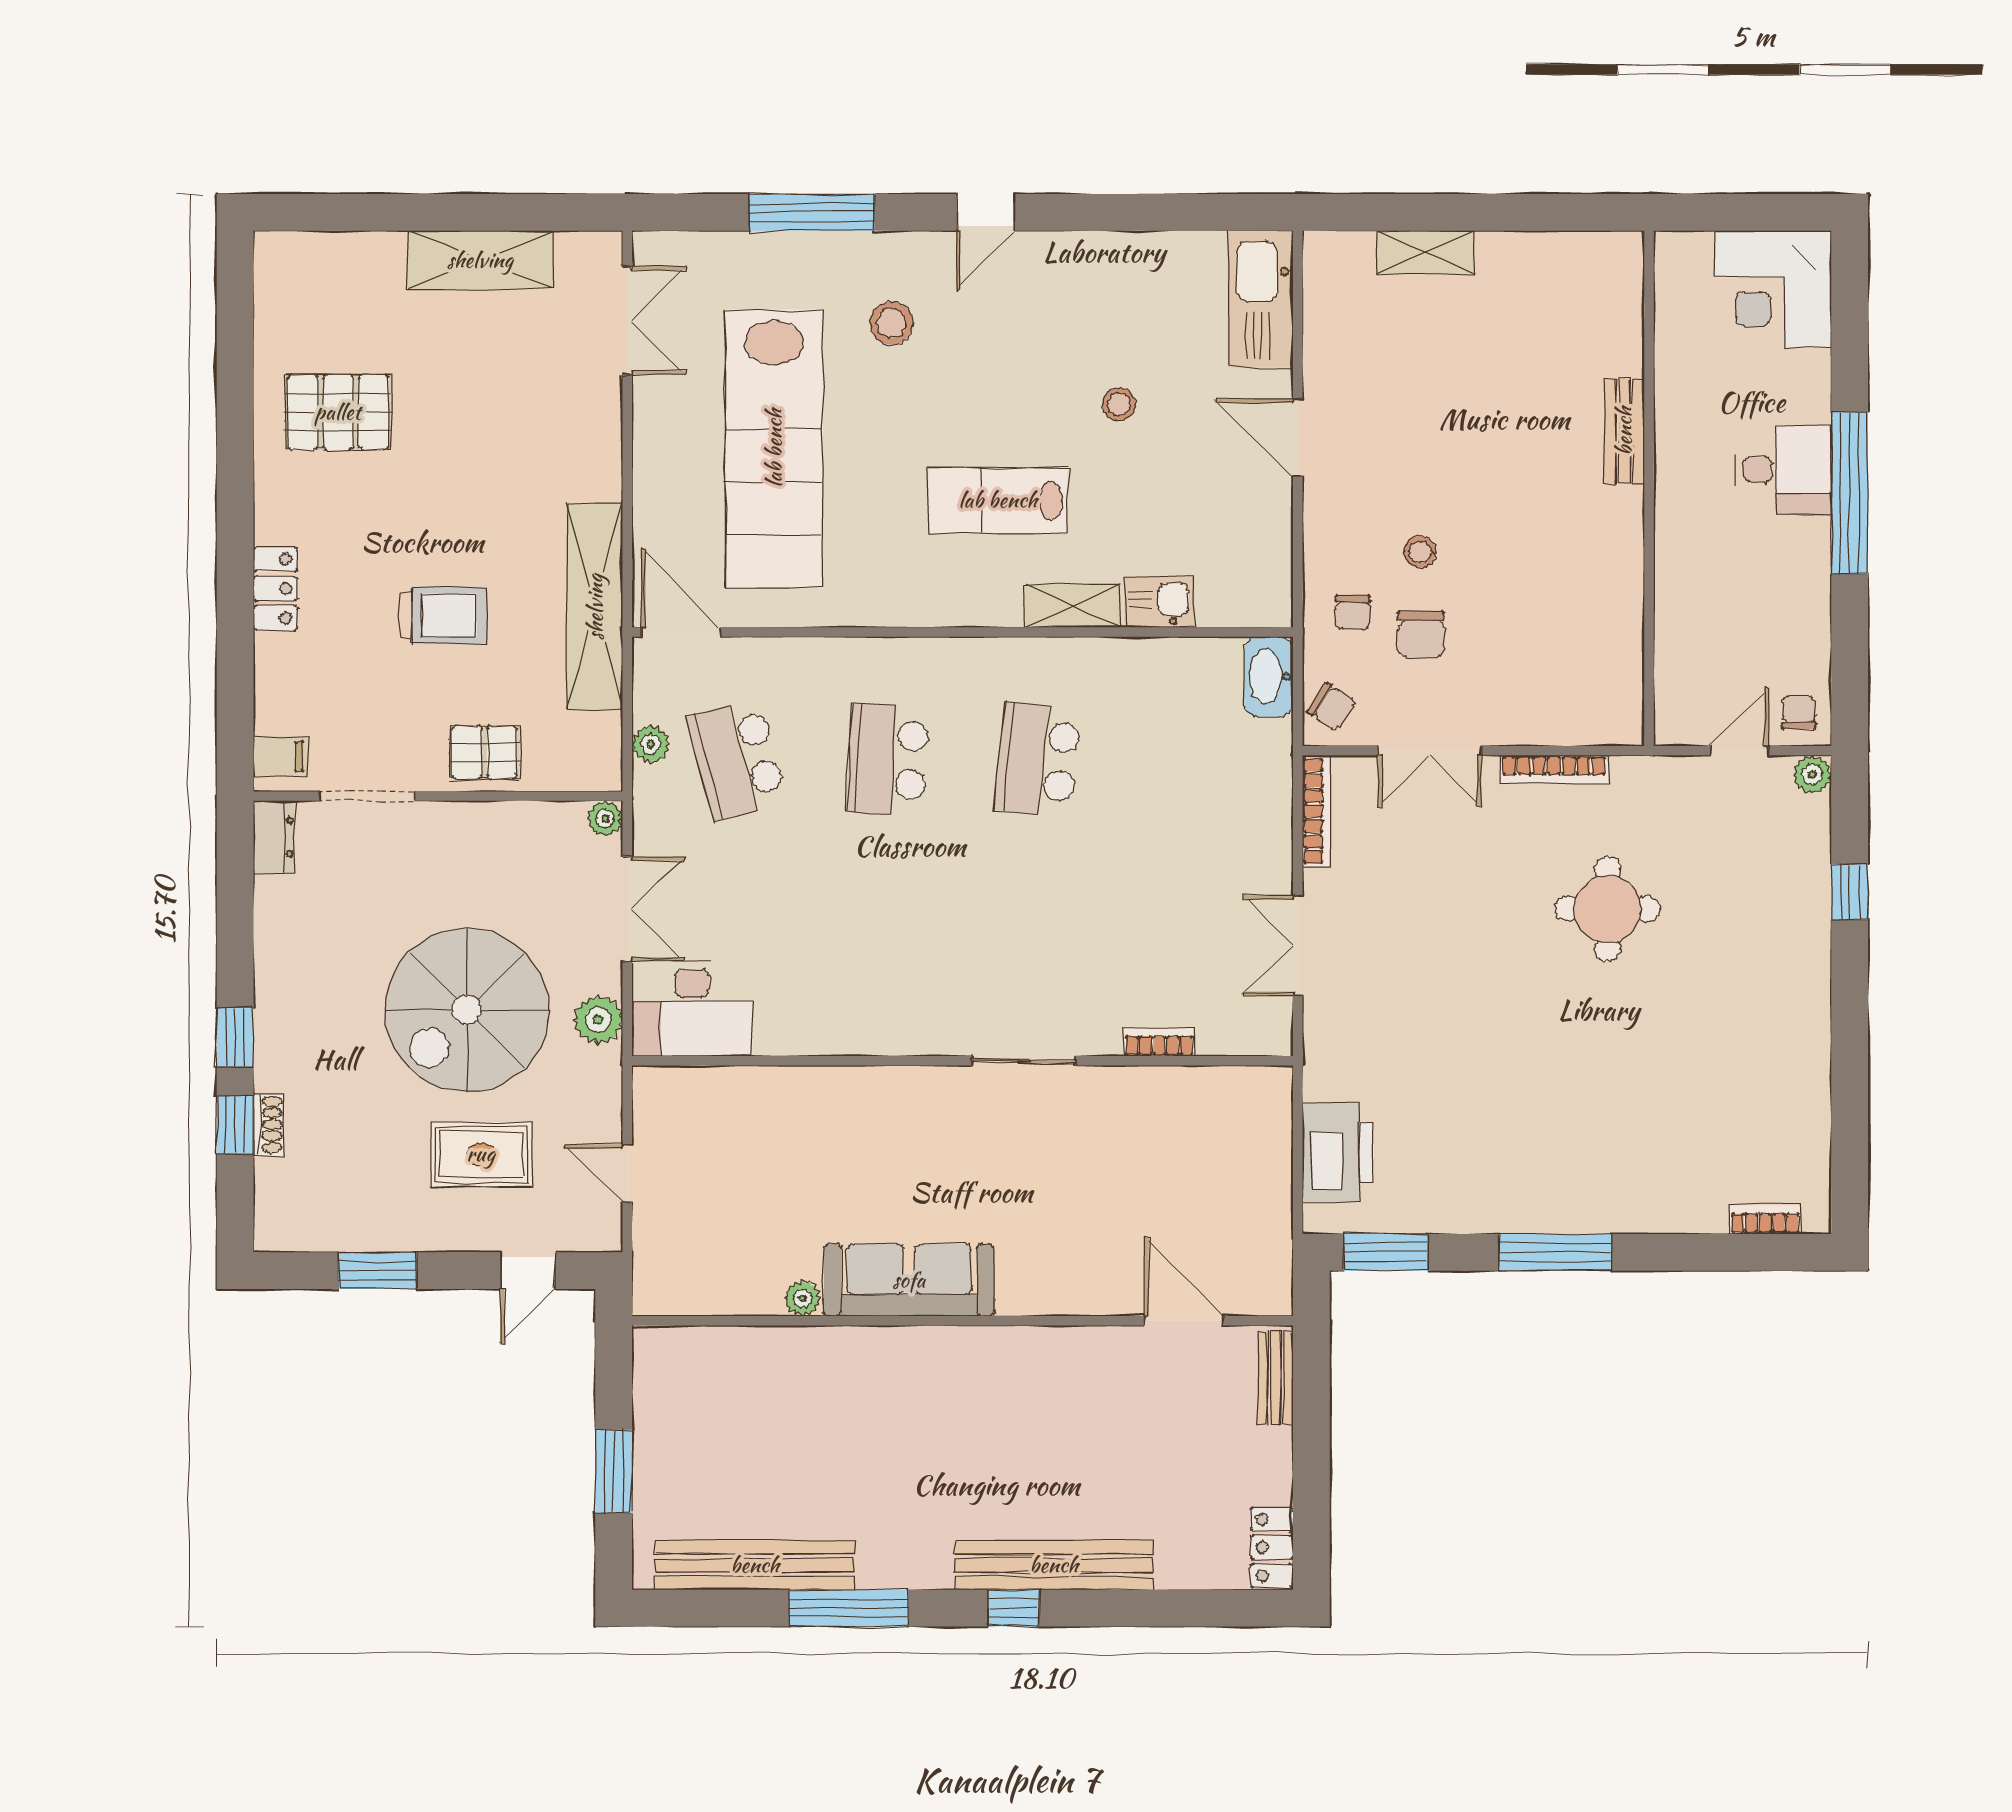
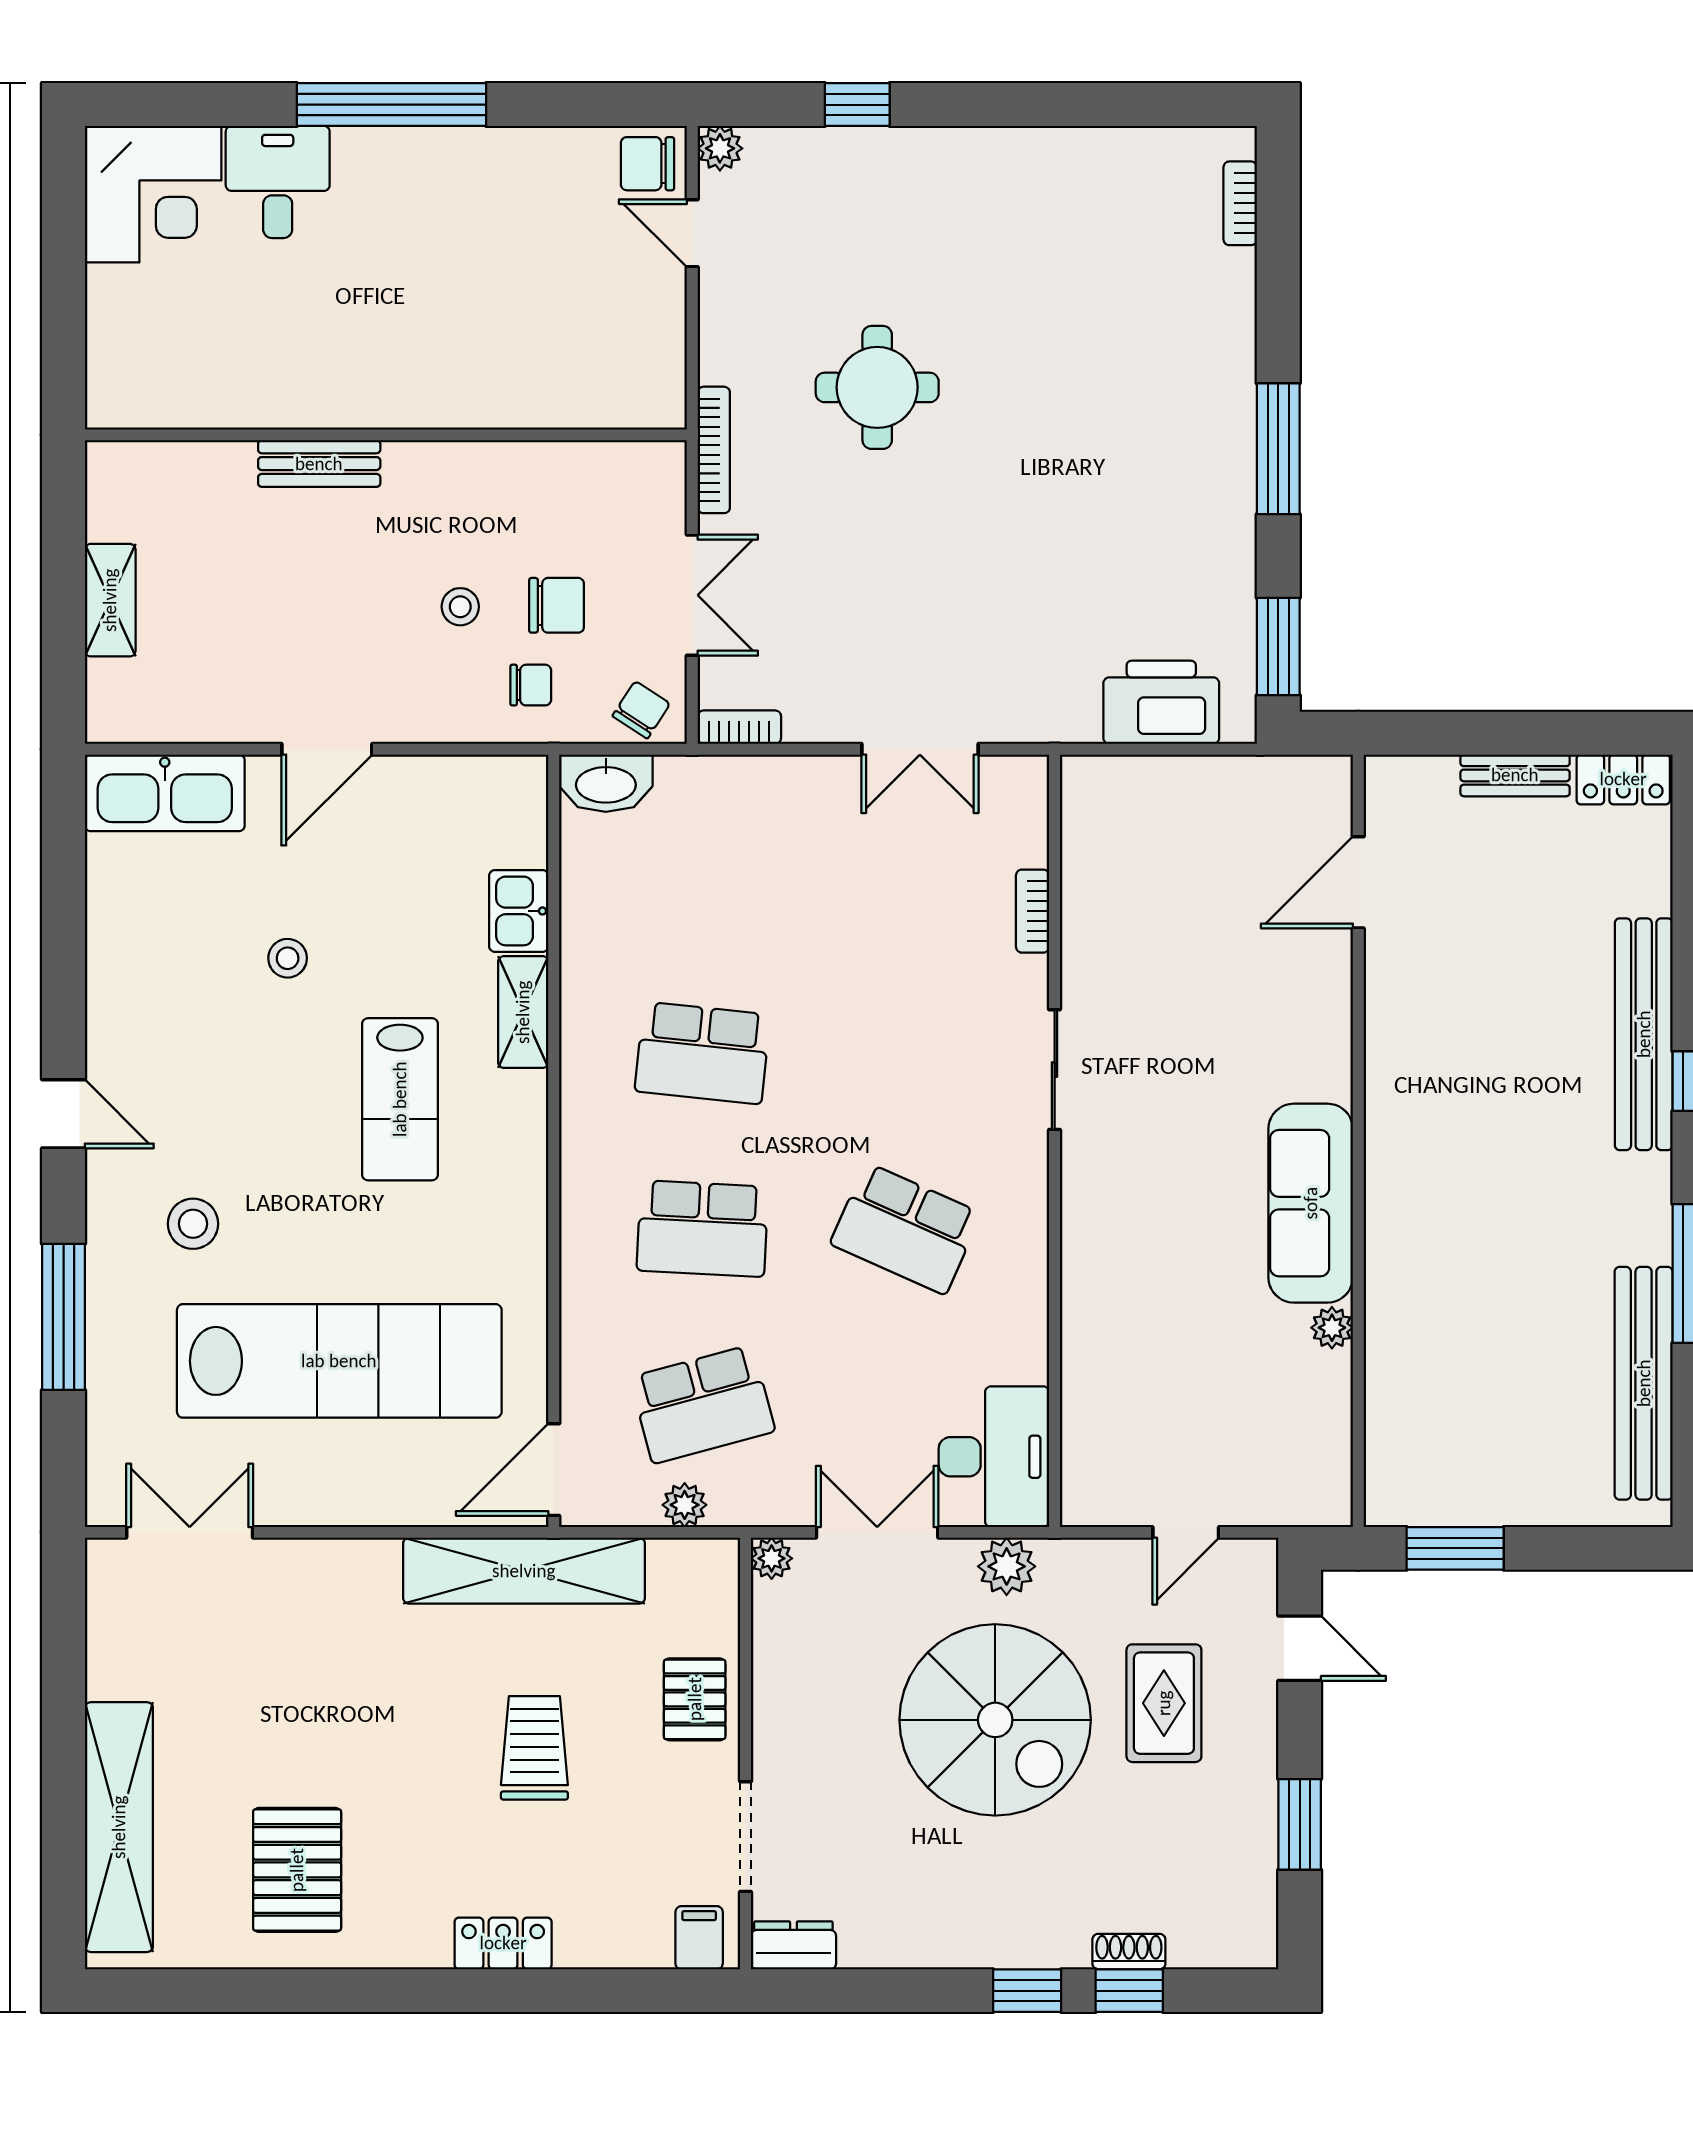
shelving: (480, 260) -> (119, 1827), moved, width x1.47
bench: (1624, 431) -> (319, 464), moved
desk: (1783, 470) -> (278, 182), moved
wall: (1649, 488) -> (386, 435), moved
chair: (1799, 712) -> (648, 164), width x1.37, depth x1.37
bookcase: (1317, 811) -> (739, 727), width x0.64
school desk: (887, 933) -> (906, 1229), added
bench: (1275, 1378) -> (1515, 775), moved
window: (614, 1471) -> (1455, 1548), moved

